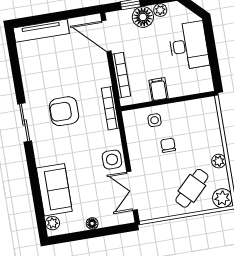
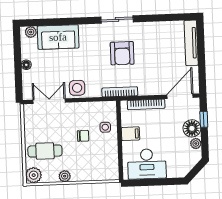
desk: (189, 46) -> (147, 164), moved
armchair: (64, 111) -> (122, 53), turned 180
cafe table: (192, 188) -> (45, 151), turned -45

